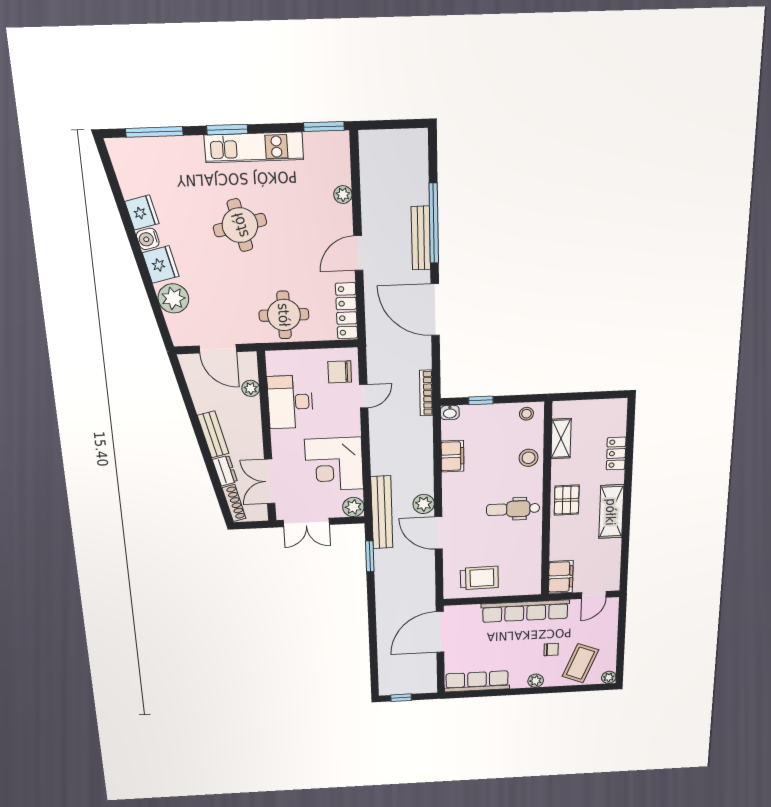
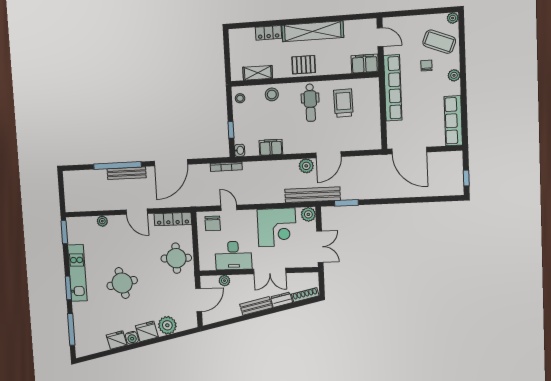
double door: (270, 481) -> (270, 271), moved
shelving: (611, 512) -> (313, 31), width x1.47
trolley: (479, 578) -> (343, 103), moved

